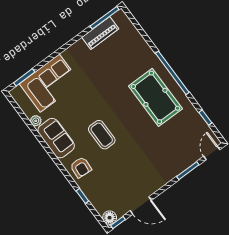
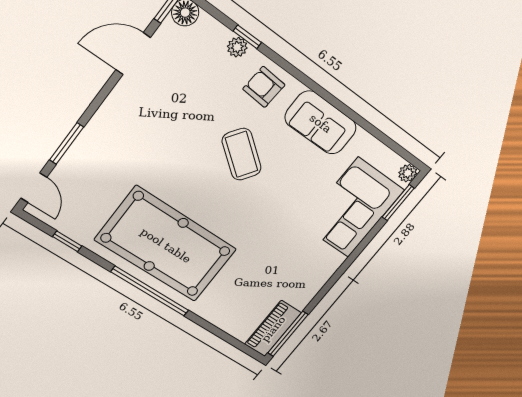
piano: (100, 33) -> (273, 329), moved
pool table: (155, 97) -> (166, 245), width x1.36, depth x1.32
plant: (36, 121) -> (408, 173), moved
coffee table: (102, 135) -> (242, 154), turned 36
plant: (89, 192) -> (237, 47), added

